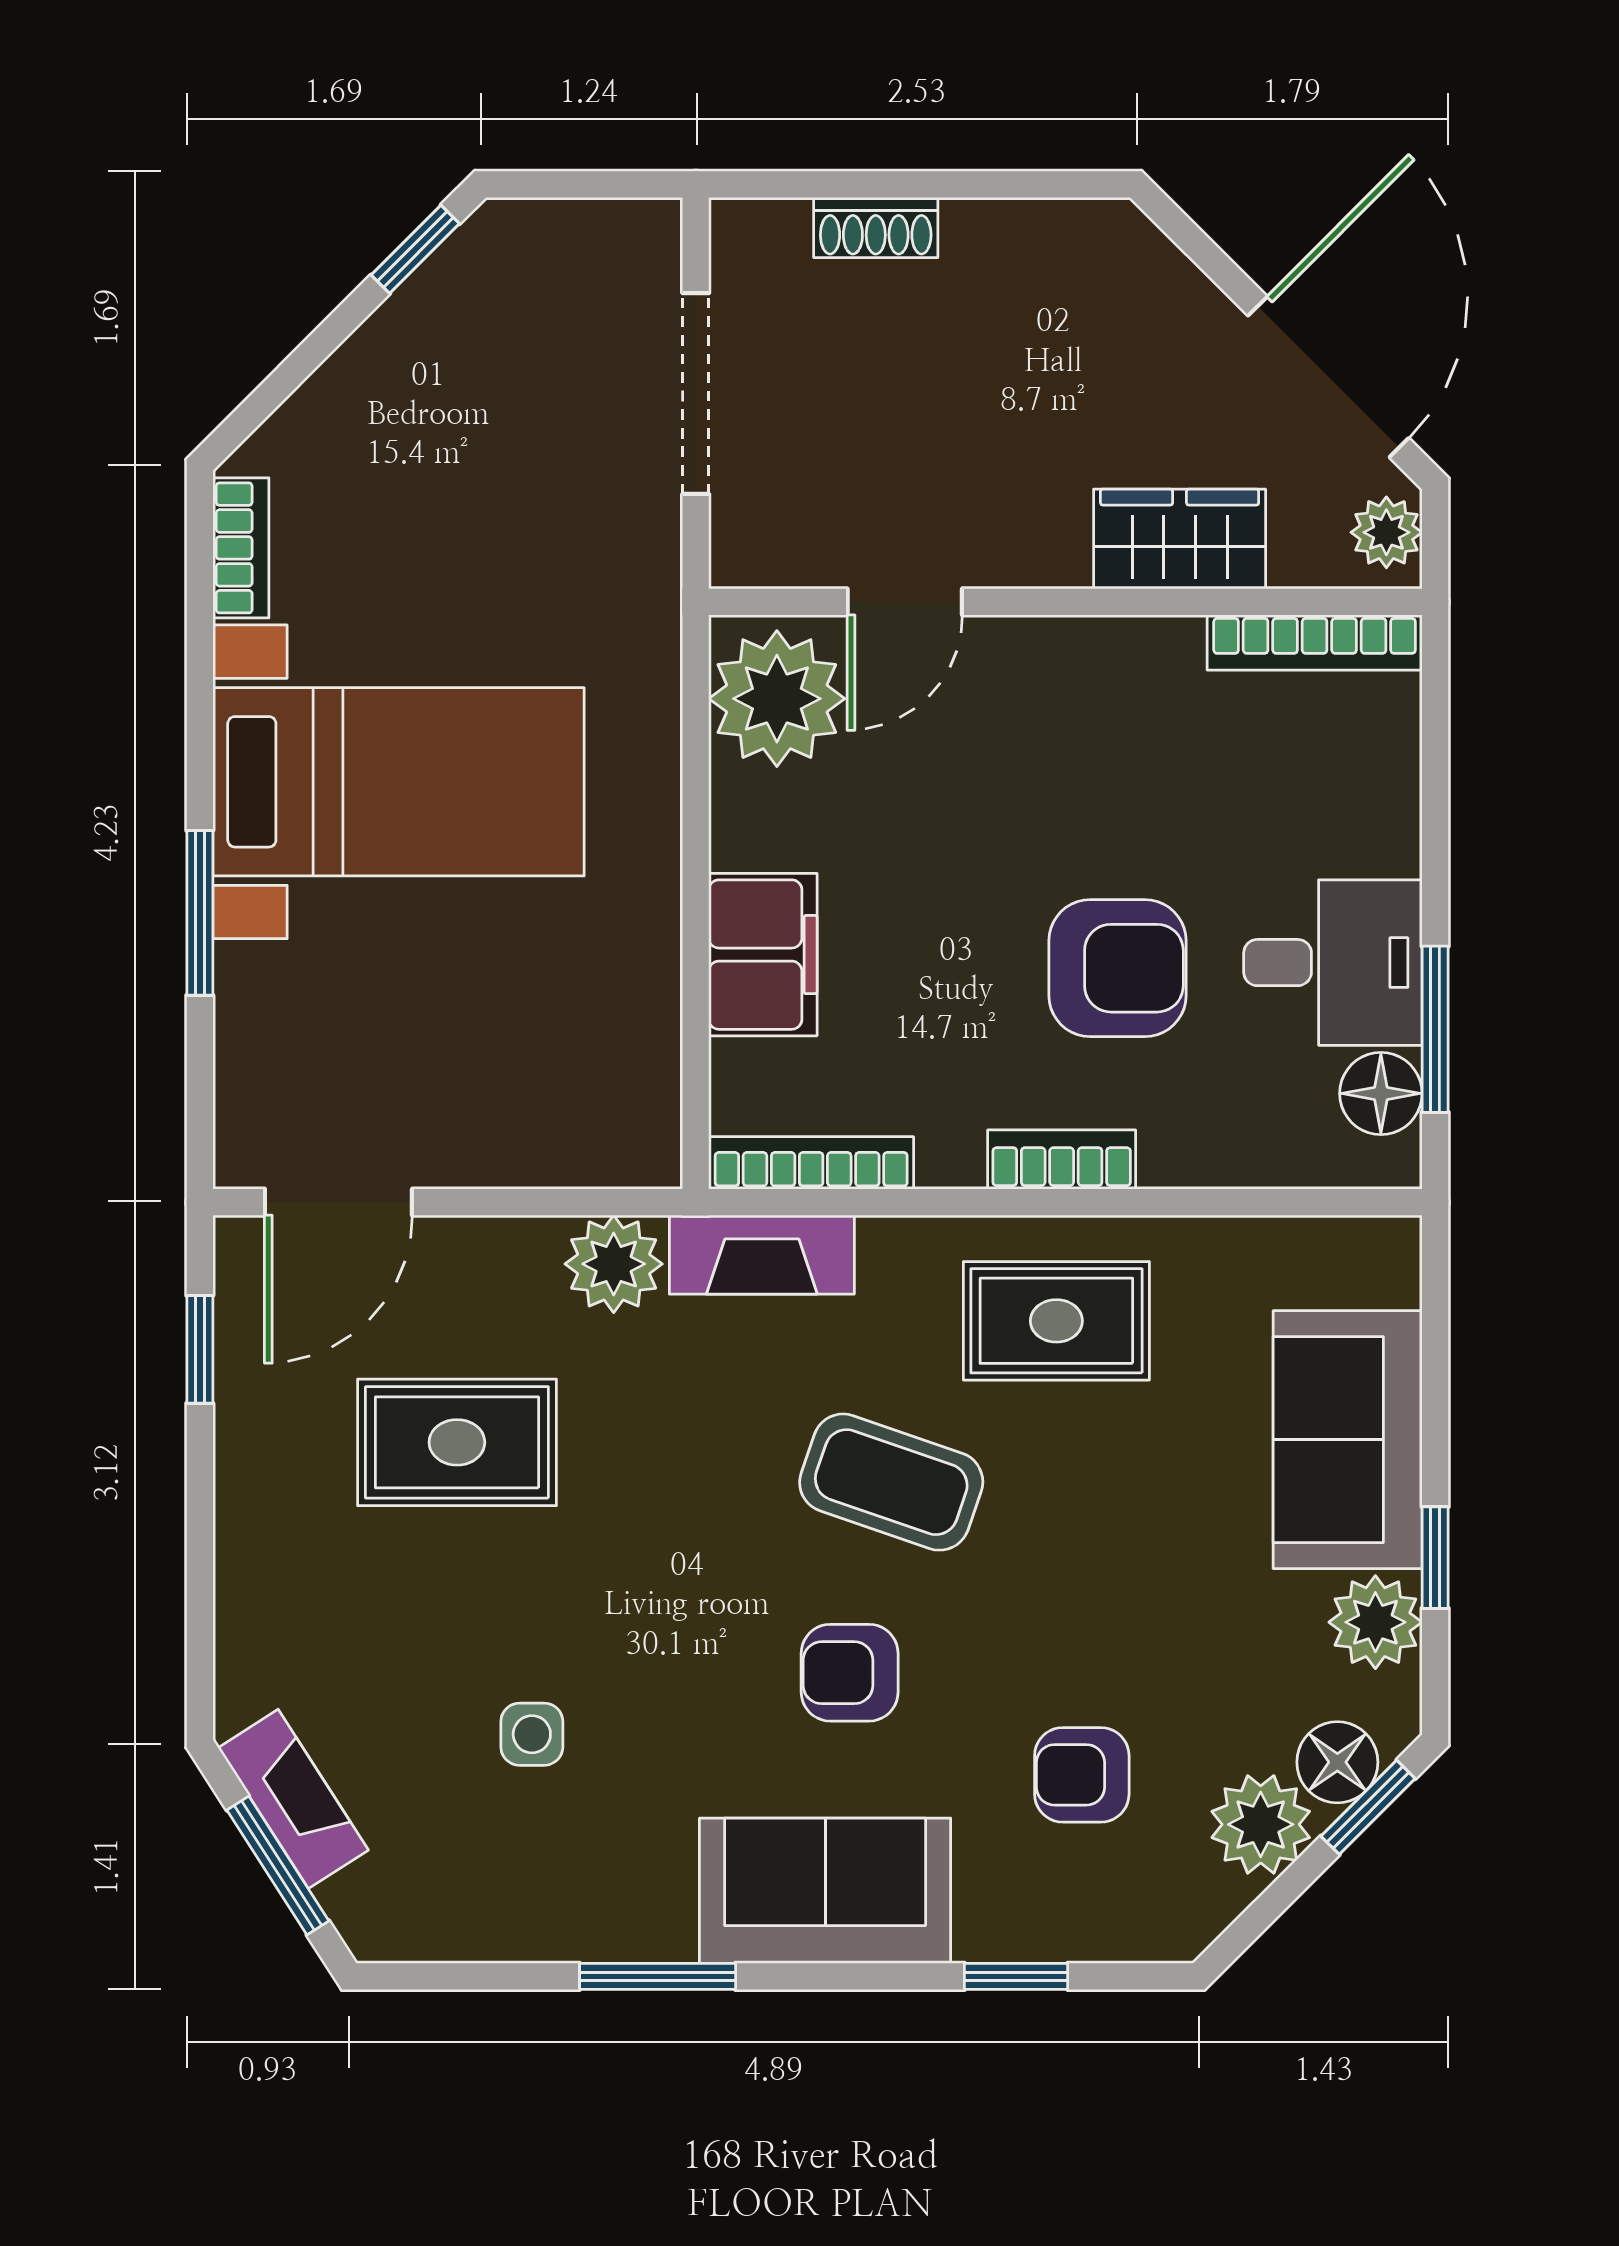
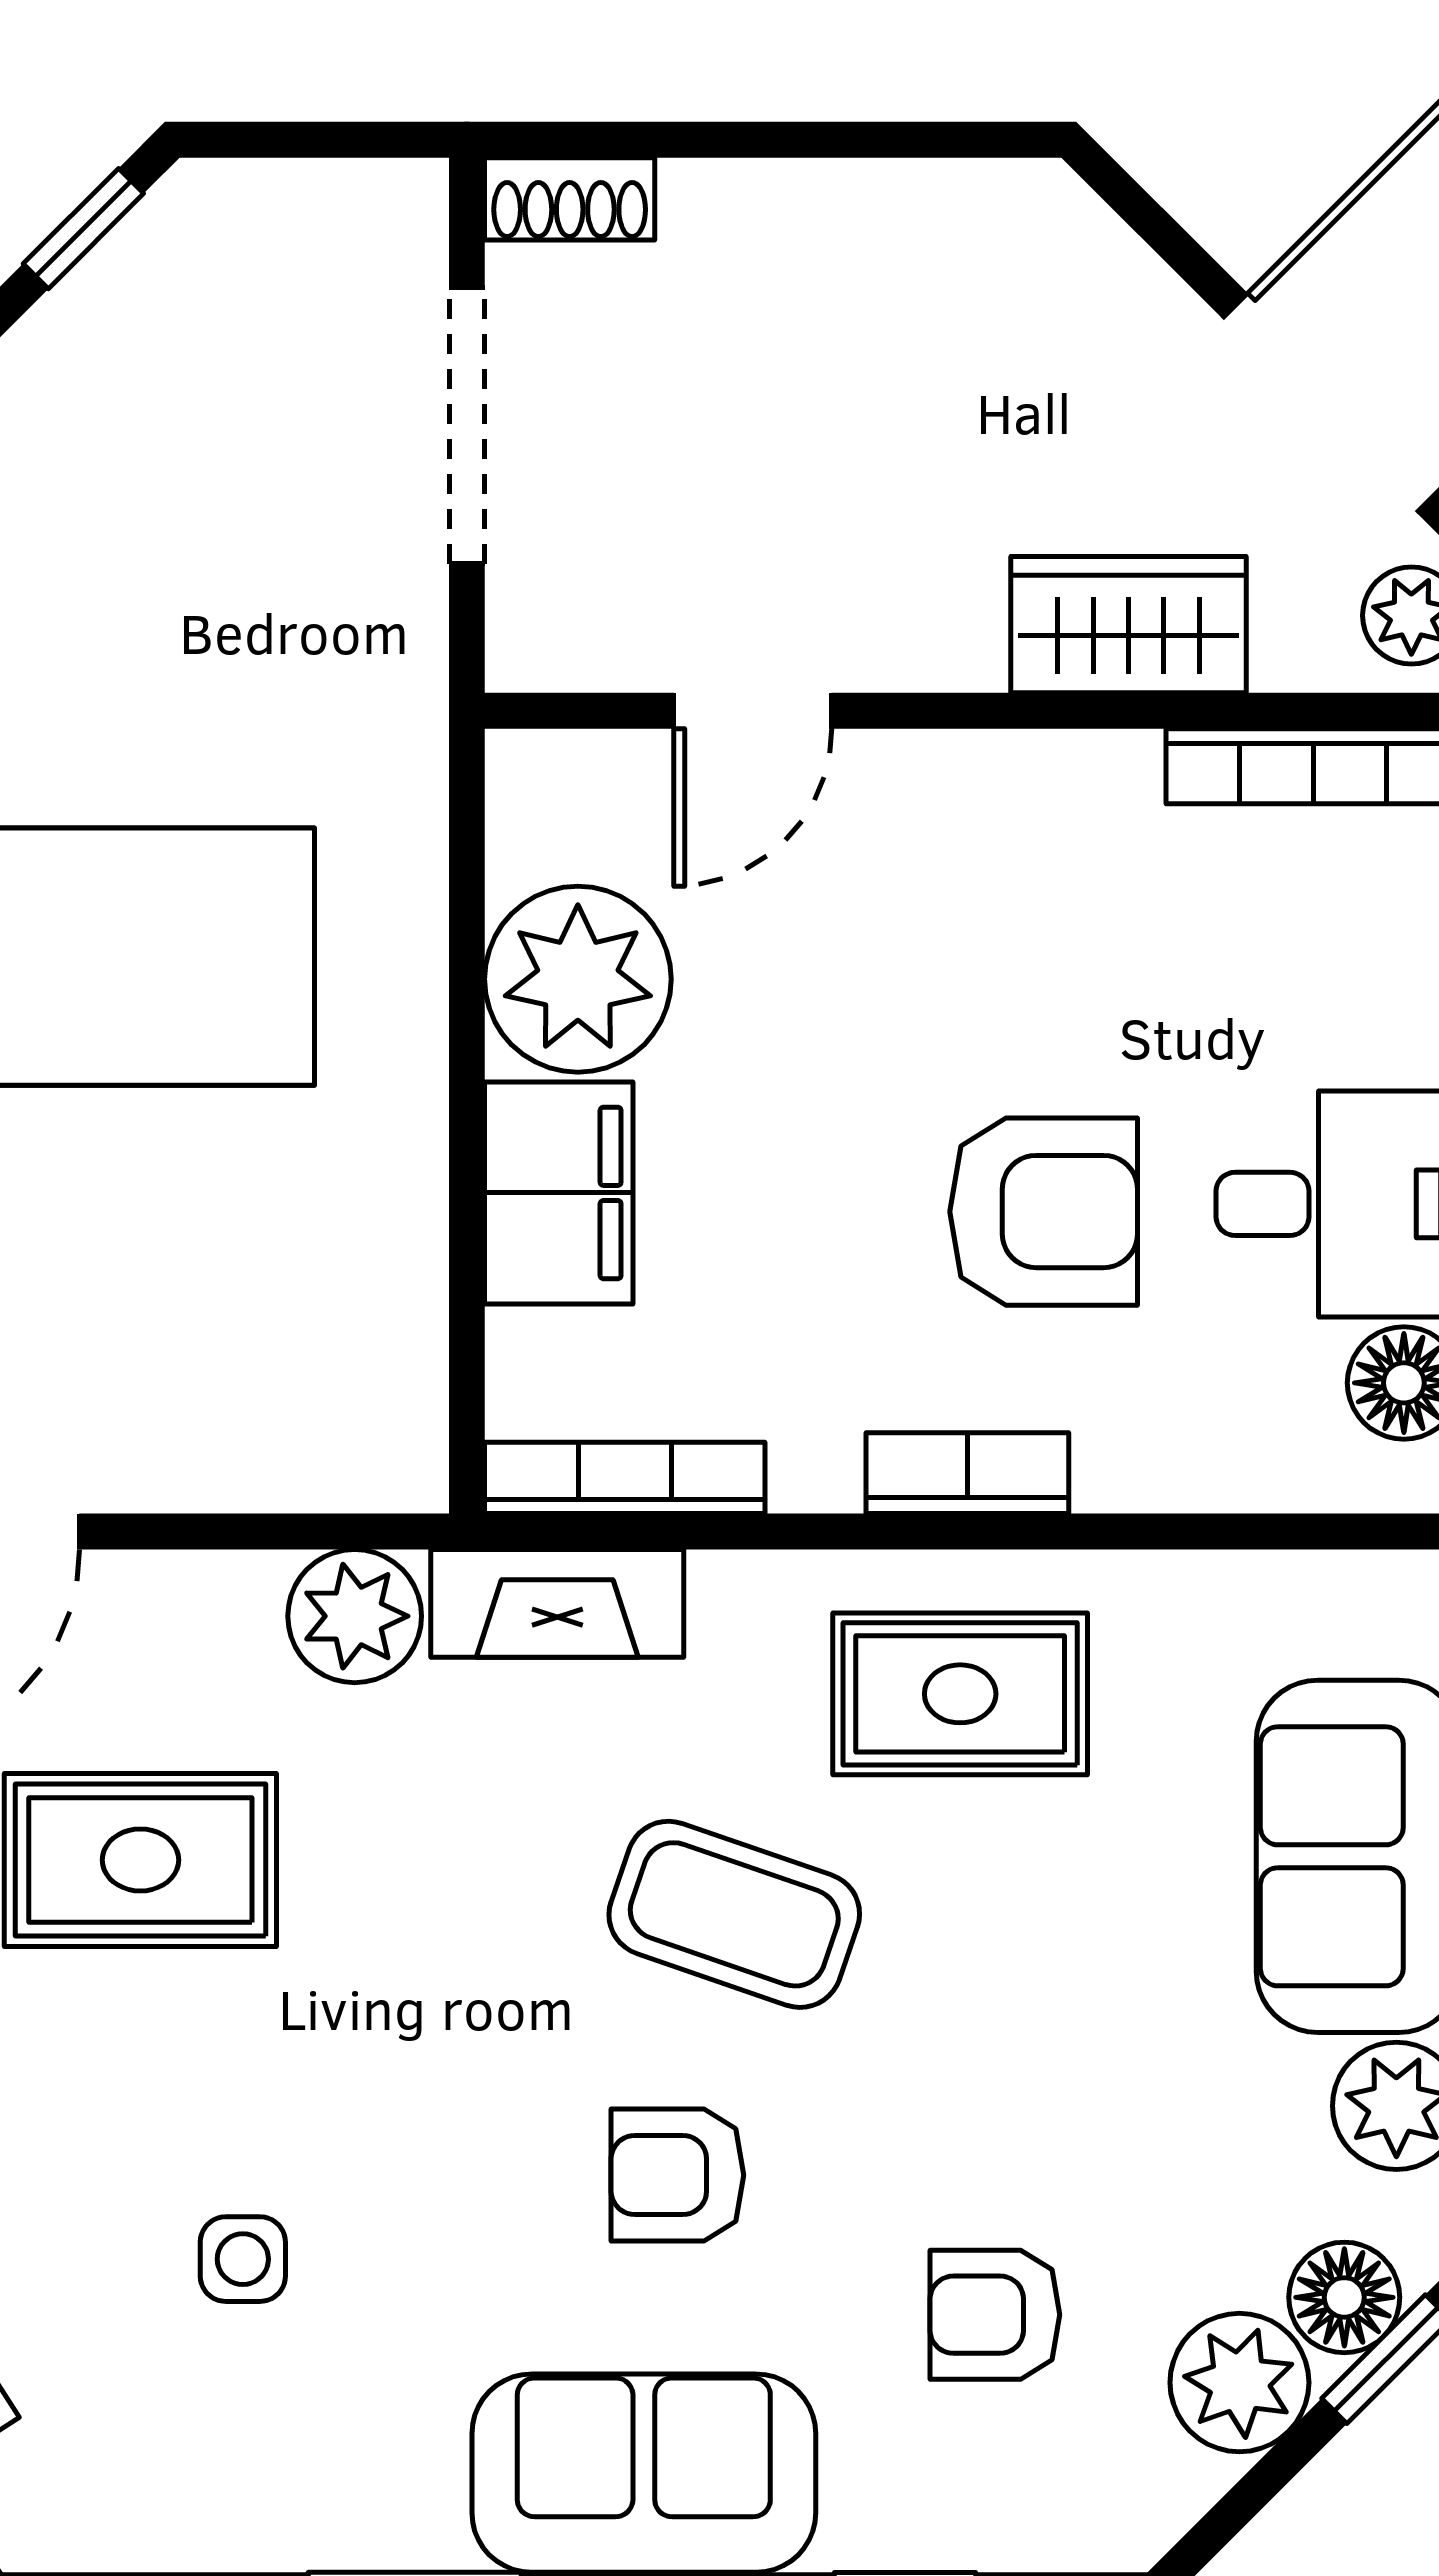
shoe rack: (876, 228) -> (570, 199), moved
plant: (777, 699) -> (578, 979), moved

